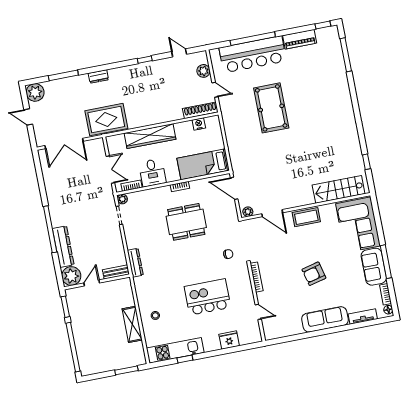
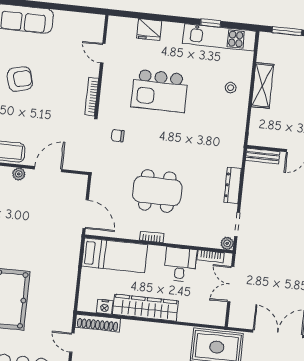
wardrobe: (150, 136) -> (145, 308), moved
plant: (248, 212) -> (19, 174), moved
door: (272, 213) -> (48, 169), hinge flipped
dresser: (135, 263) -> (233, 185), moved

